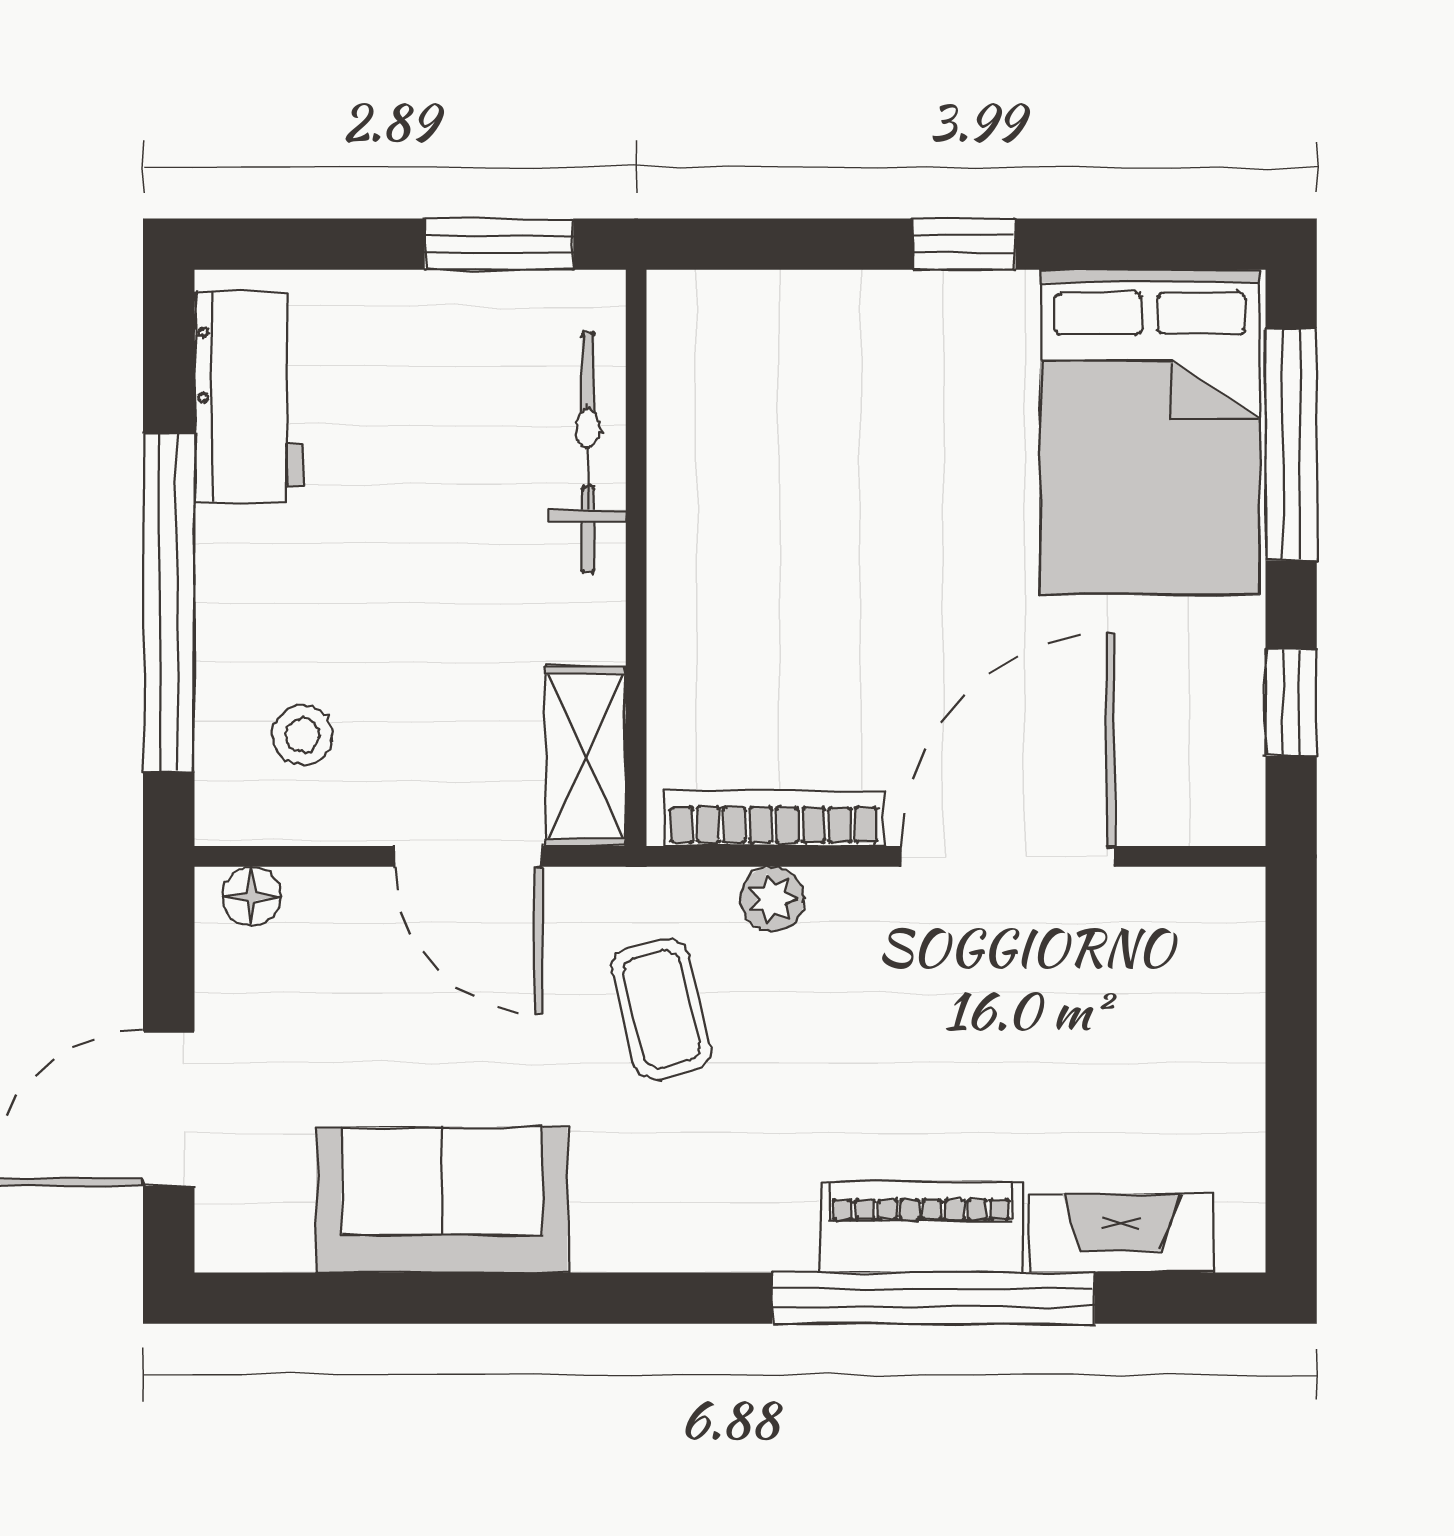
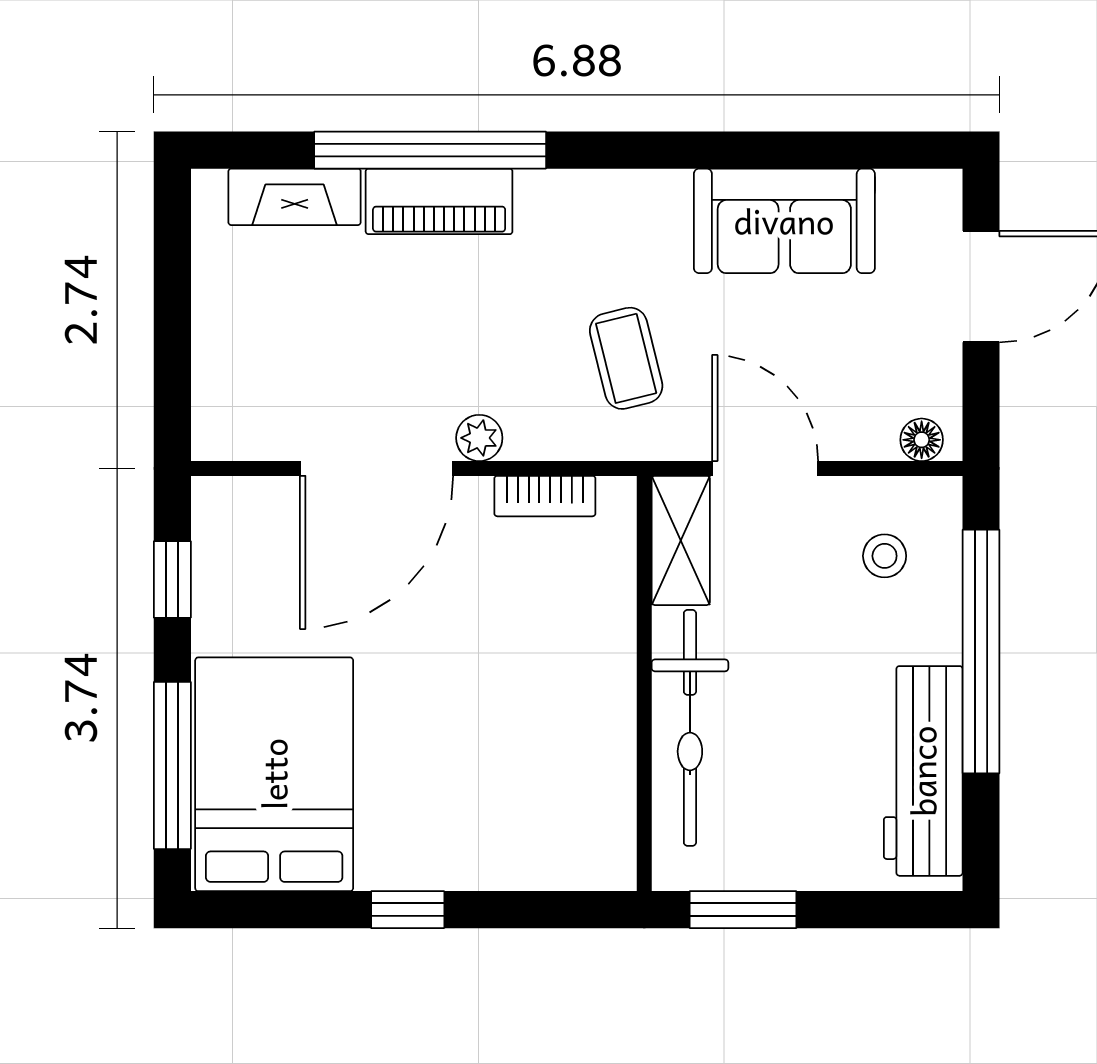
workbench: (249, 397) -> (923, 771), width x1.37
bicycle: (588, 452) -> (690, 728), width x1.37, depth x1.40
bookcase: (774, 818) -> (545, 496), width x0.64
plant: (772, 899) -> (479, 438), moved

